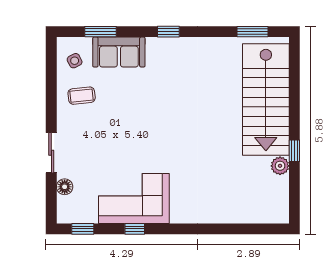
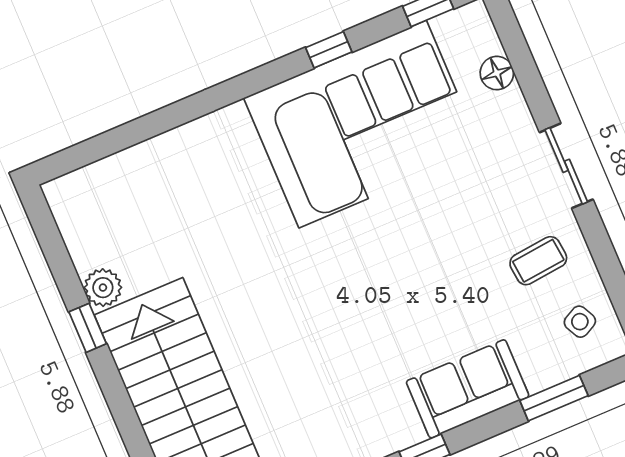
sofa: (119, 52) -> (468, 389), moved
sliding door: (51, 153) -> (566, 166), moved
corner sofa: (134, 198) -> (363, 124), width x1.36, depth x1.36

